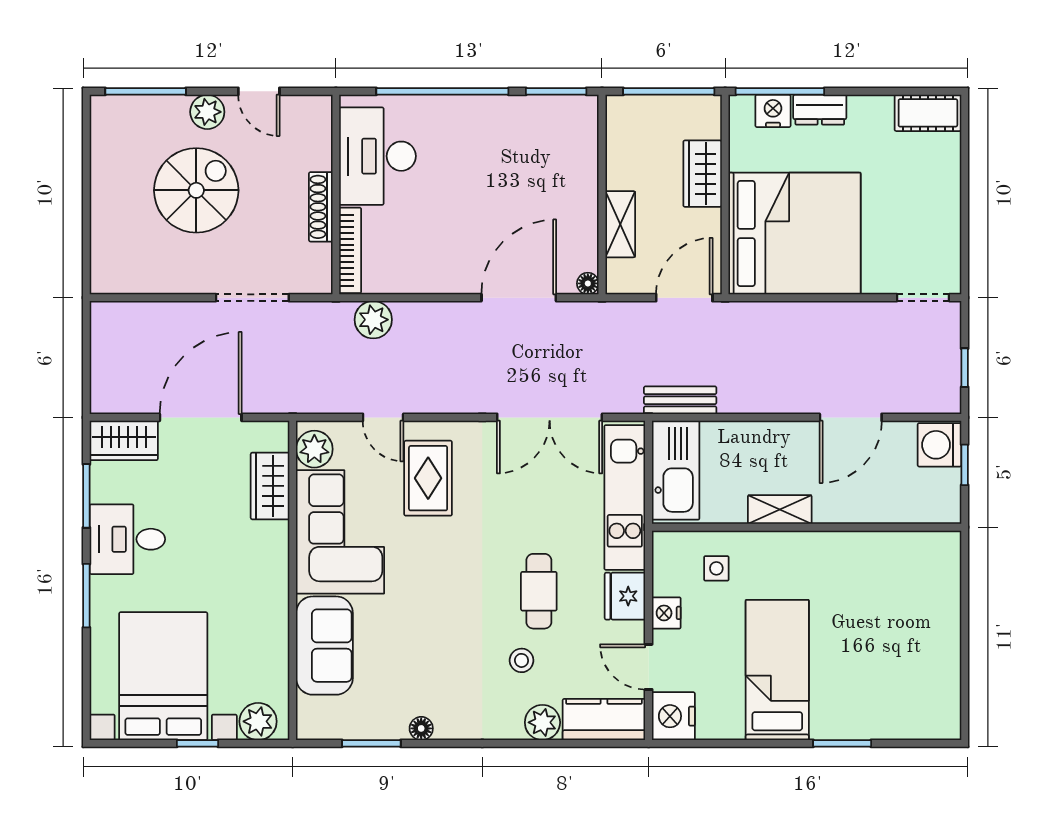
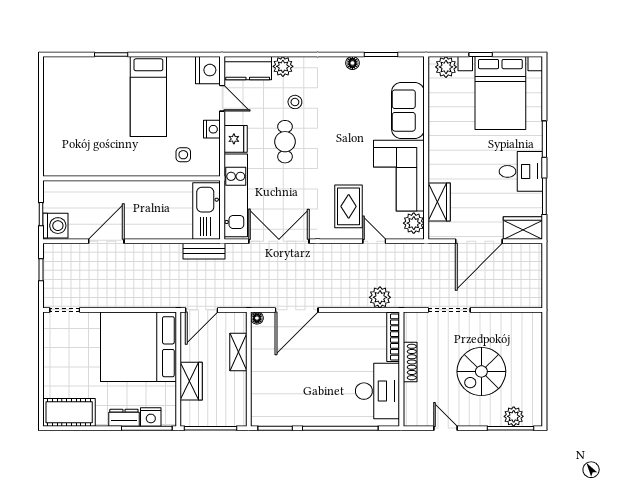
plant: (207, 112) -> (514, 416), moved
cot: (928, 113) -> (69, 412), width x1.37, depth x1.34
shelving: (780, 510) -> (147, 188), removed

